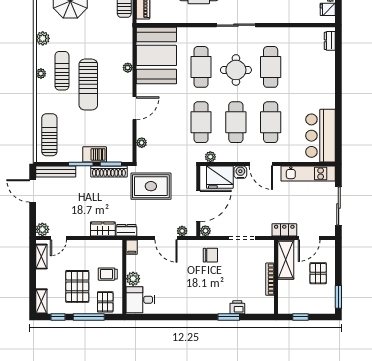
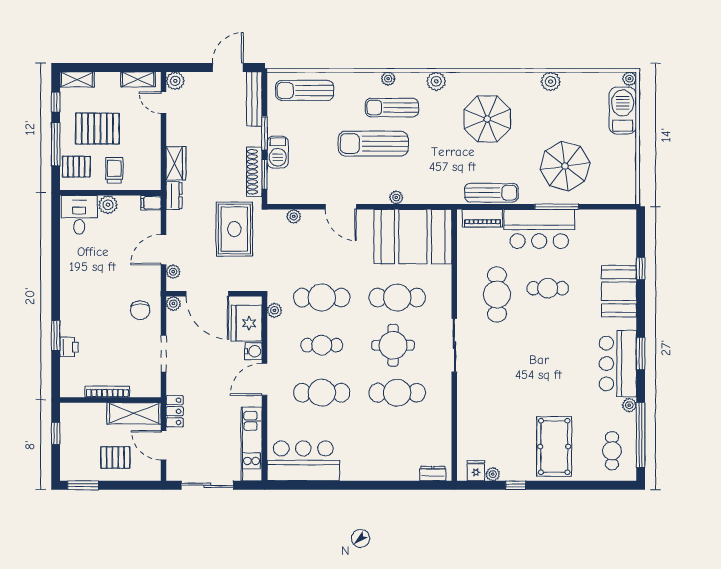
sun lounger: (62, 71) -> (392, 108), turned 180
cafe table: (236, 122) -> (322, 345), width x0.73, depth x0.74
sun lounger: (49, 135) -> (305, 90), turned 180

